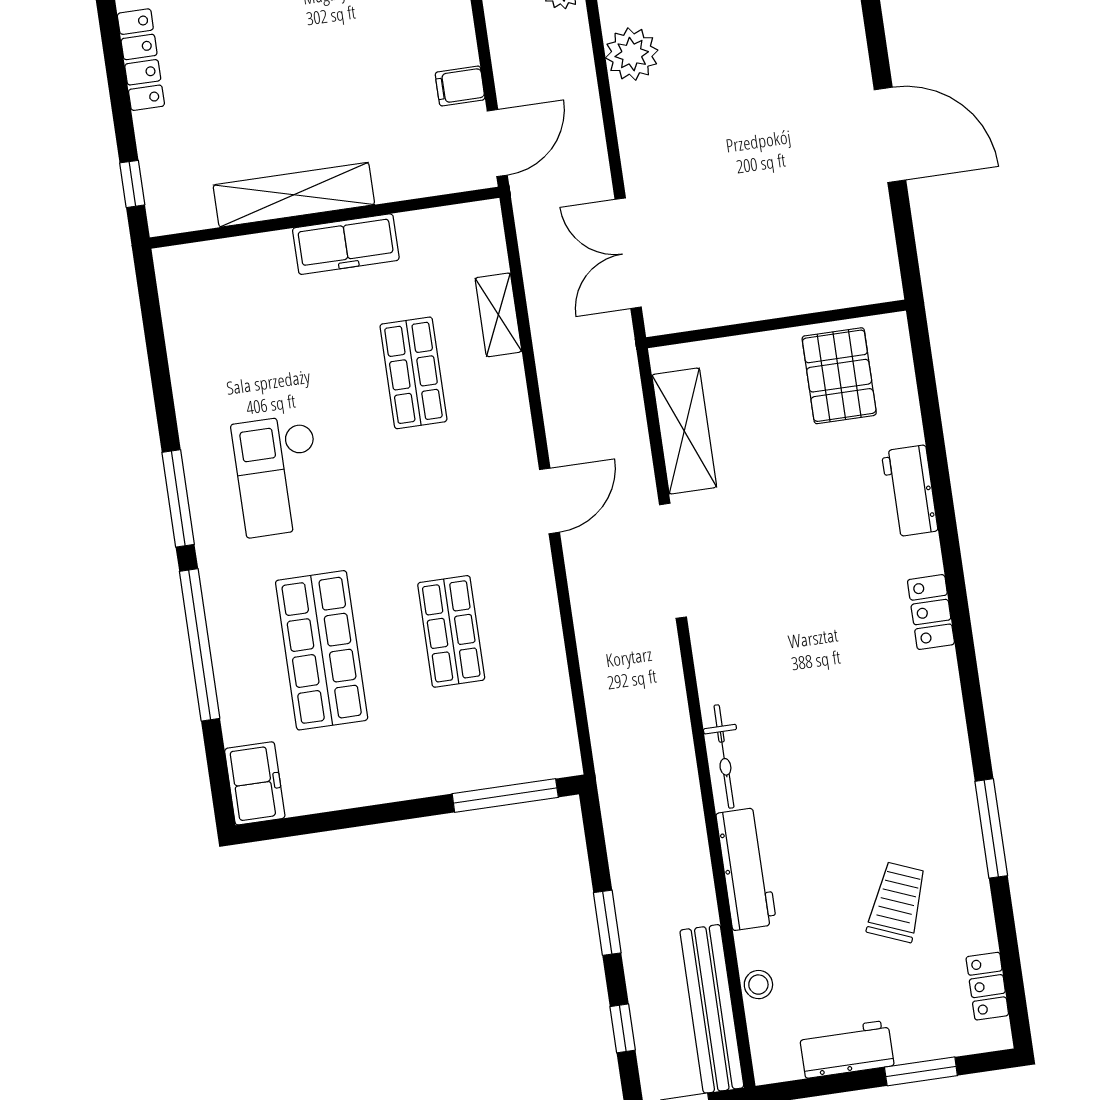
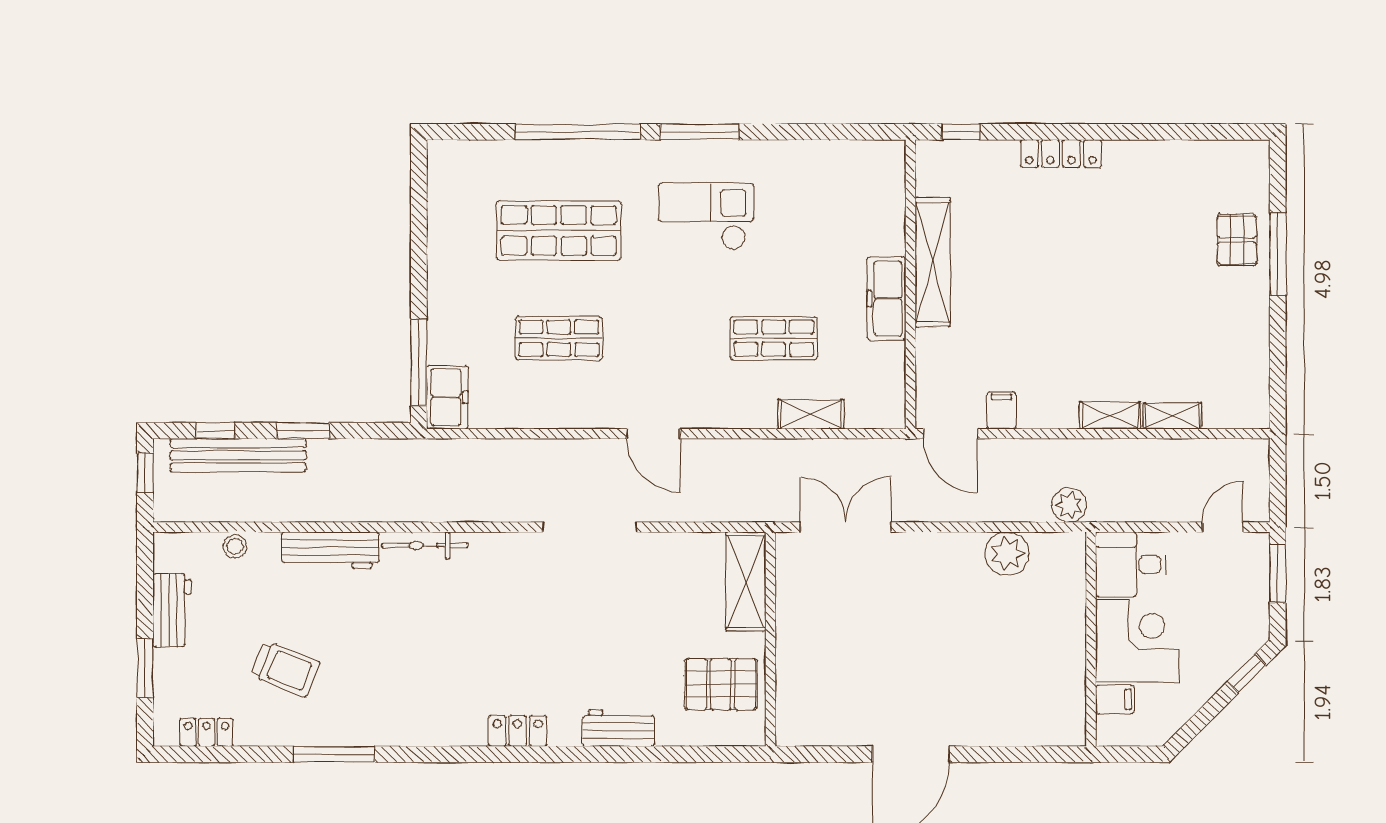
shelving: (684, 431) -> (746, 581), moved, turned 90
freezer: (255, 783) -> (447, 397), moved, turned -90
bench: (712, 1009) -> (238, 455), moved

